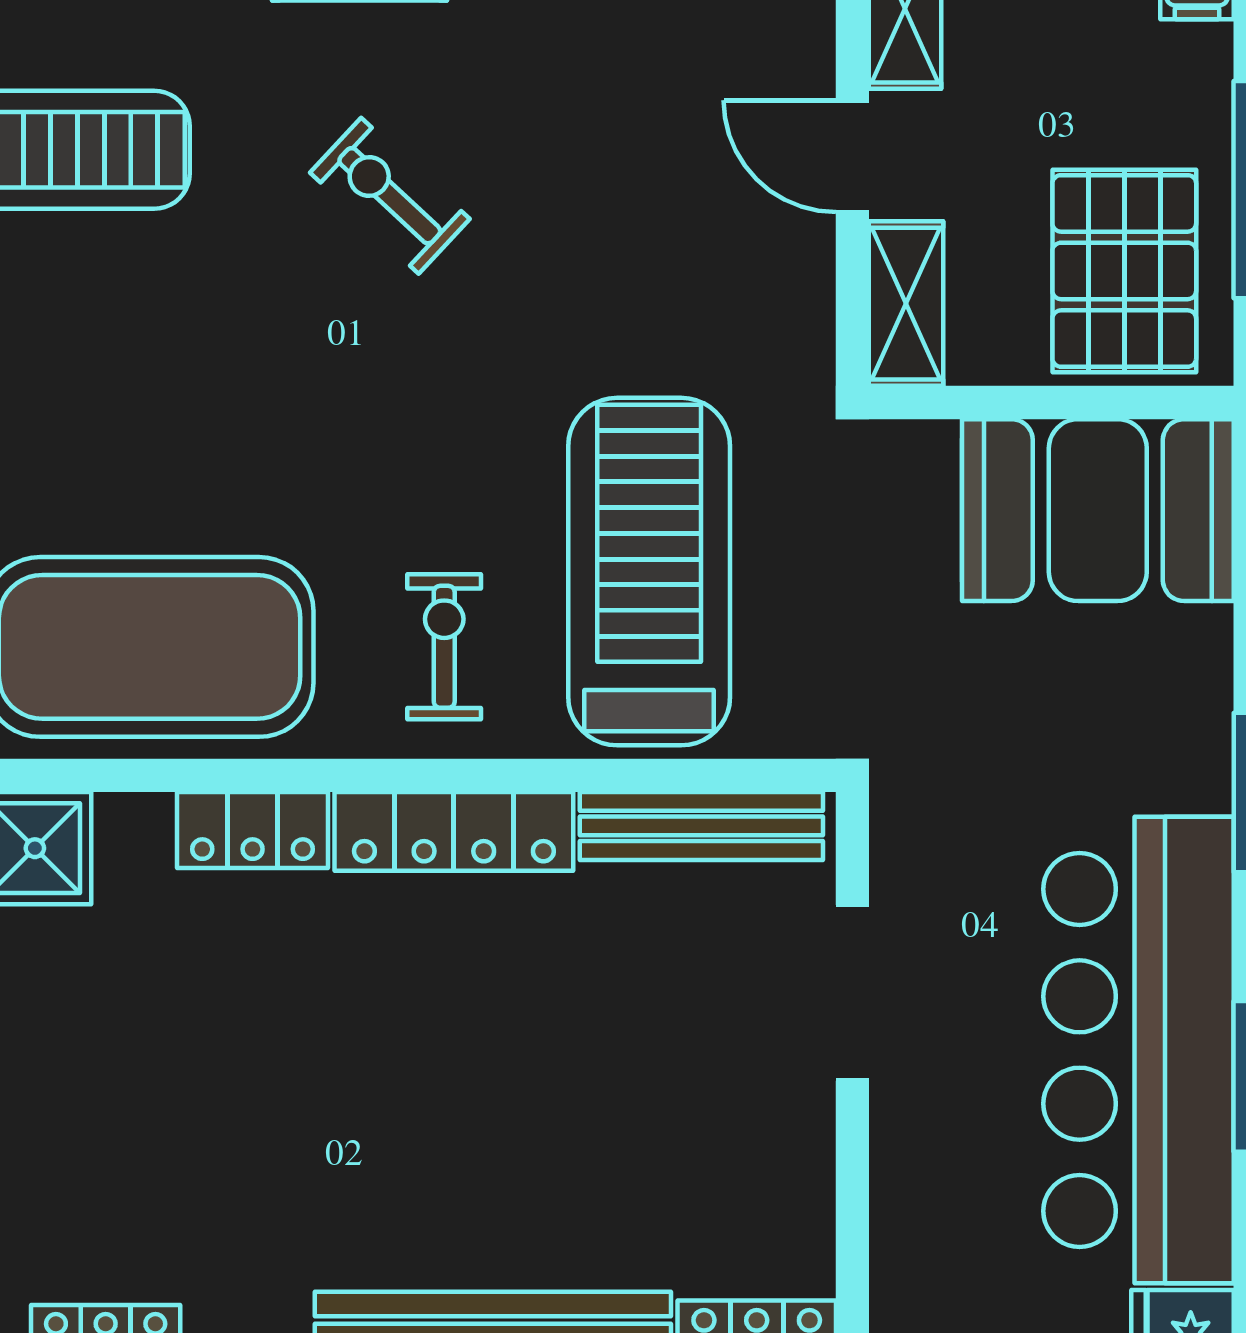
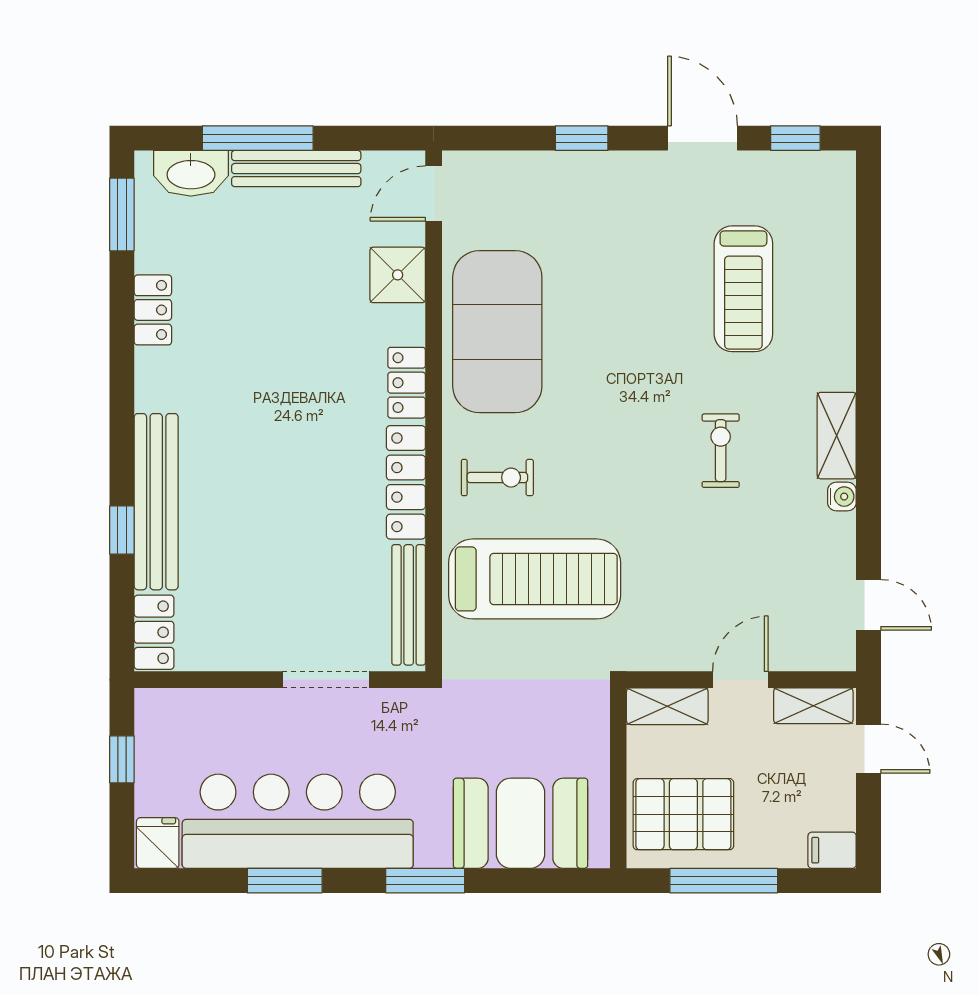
exercise bike: (390, 196) -> (721, 451), turned -43
booth: (1098, 510) -> (521, 823), moved, turned 90

